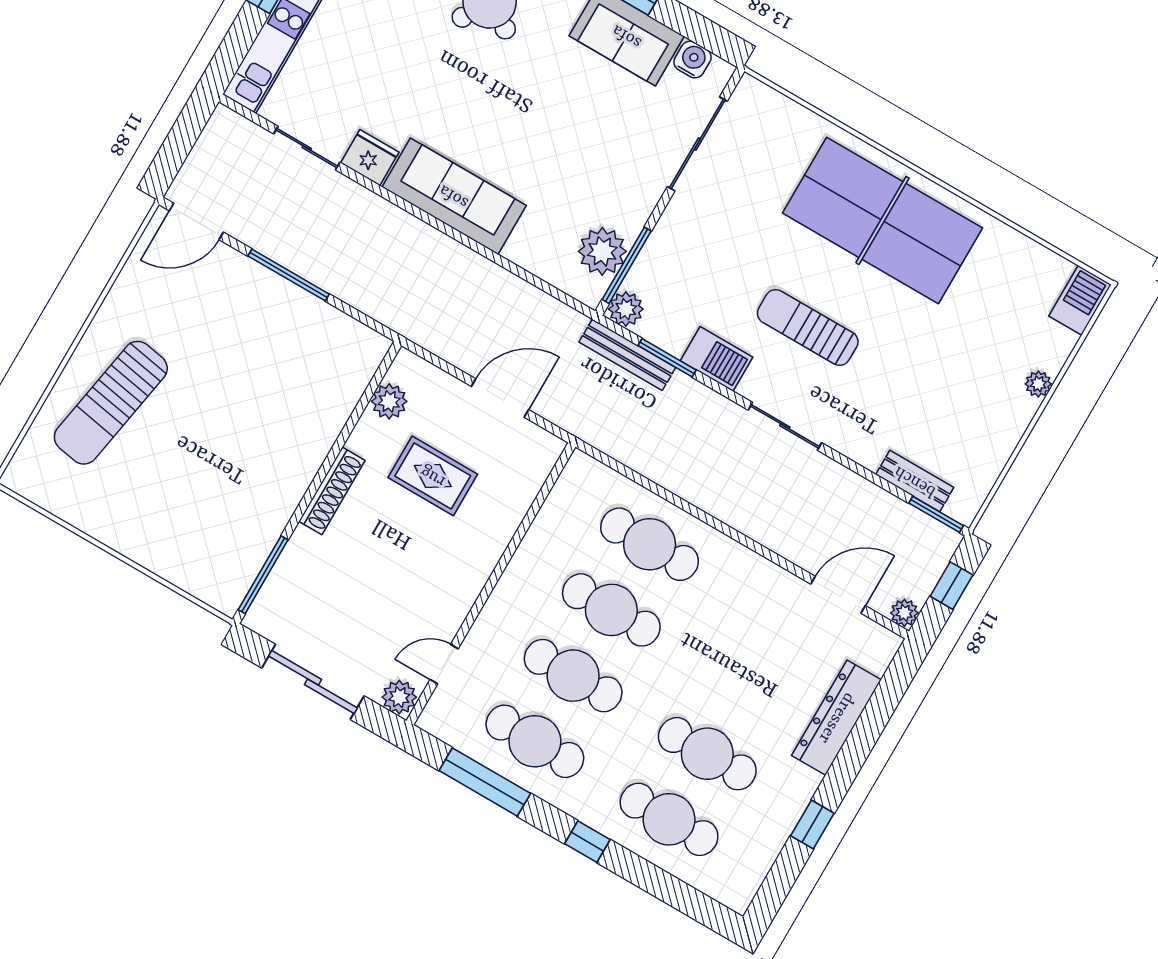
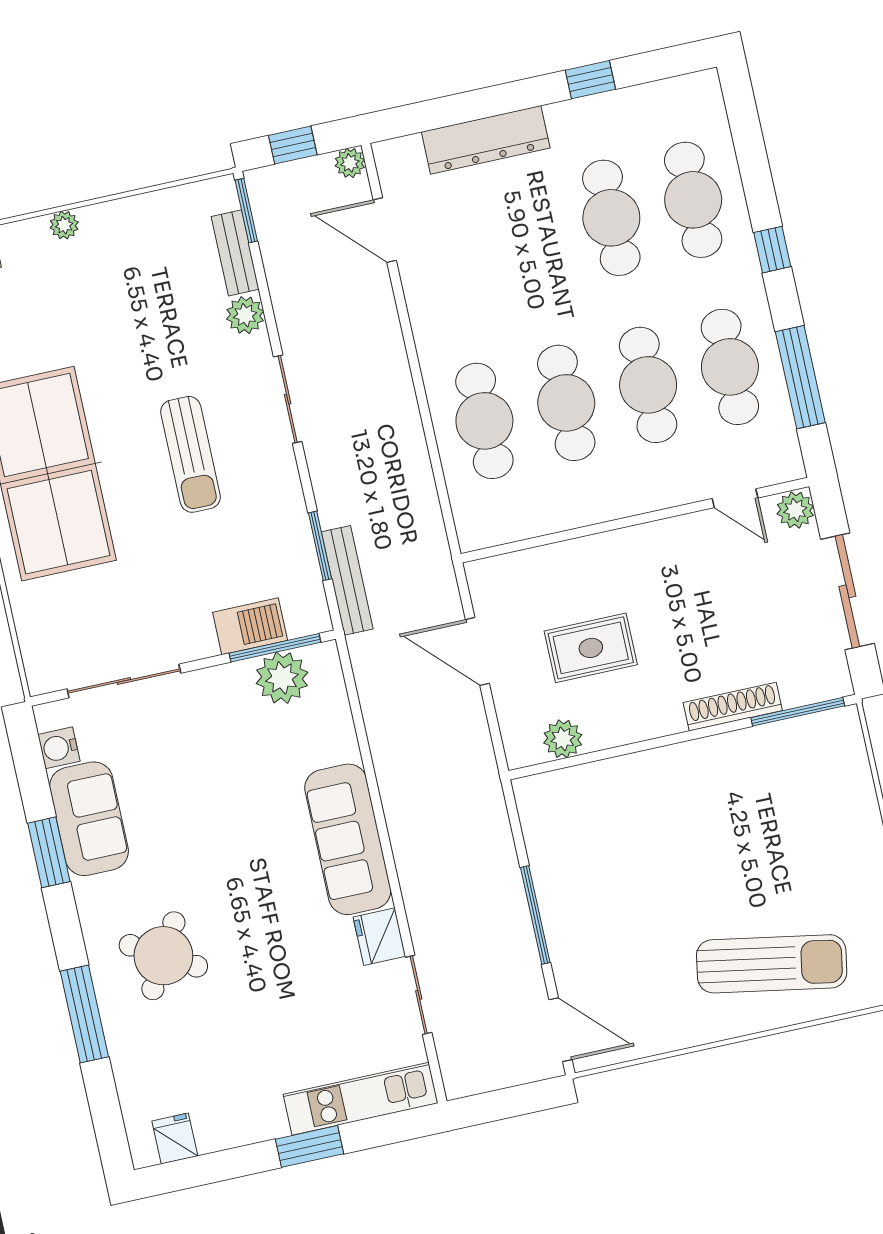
plant: (626, 309) -> (245, 315), moved
barbecue: (717, 359) -> (250, 626), moved, turned 90
rug: (433, 476) -> (591, 648), turned 90
shoe rack: (332, 491) -> (733, 707), moved

